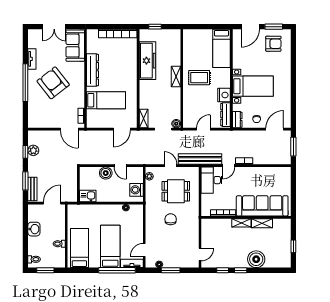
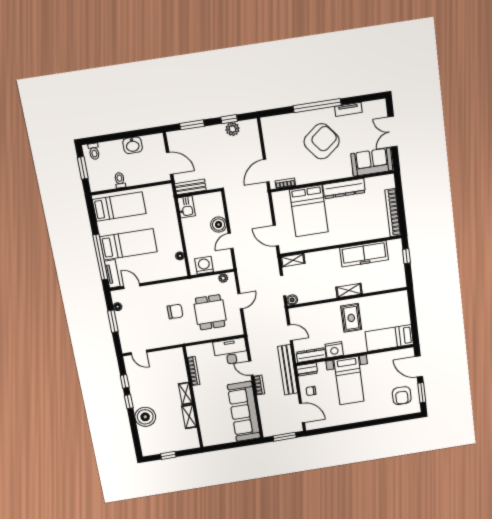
bed: (106, 100) -> (309, 211), width x1.50
bench: (200, 159) -> (288, 370), moved
bench: (32, 189) -> (190, 187), moved
sofa: (262, 206) -> (244, 411), moved, turned 180

